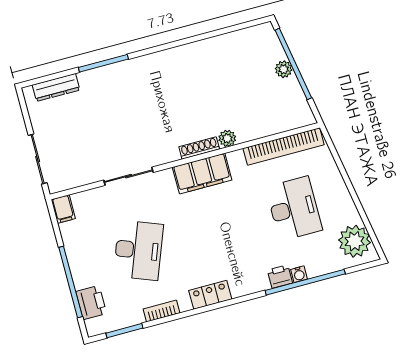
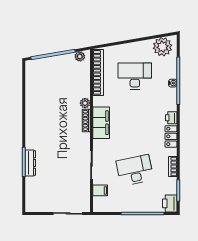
plant: (284, 69) -> (80, 56), moved
dresser: (56, 87) -> (30, 163), moved
filing cabinet: (63, 209) -> (100, 190), moved
desk: (138, 250) -> (135, 170), turned -33
printer: (280, 276) -> (171, 118), moved
printer: (91, 302) -> (170, 203), moved, turned -90

